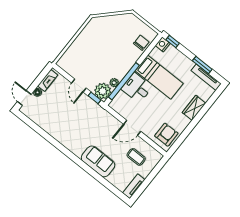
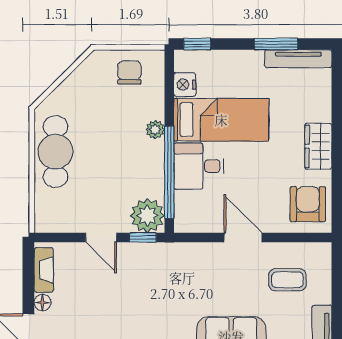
cafe table: (87, 40) -> (55, 152), added
chair: (141, 43) -> (129, 73), moved
nightstand: (163, 44) -> (185, 85), moved
plant: (114, 83) -> (155, 130), moved
wardrobe: (194, 108) -> (318, 146), moved
door: (132, 128) -> (243, 237), swing flipped

